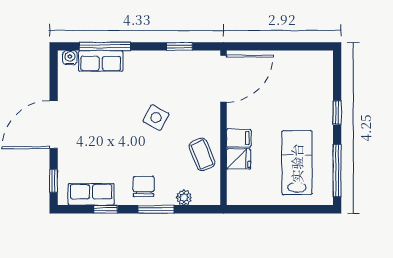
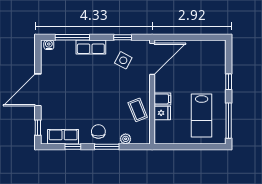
row of seats: (101, 61) -> (91, 47), moved
side table: (156, 118) -> (123, 60), moved
lab bench: (297, 163) -> (202, 115), turned 180

